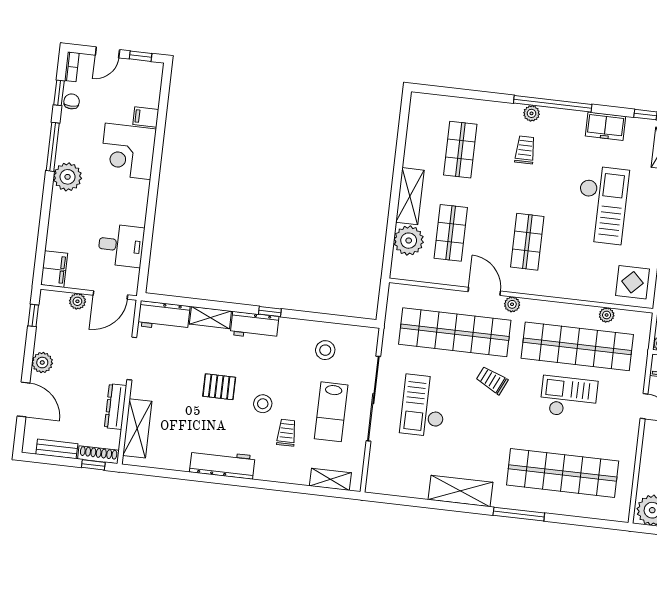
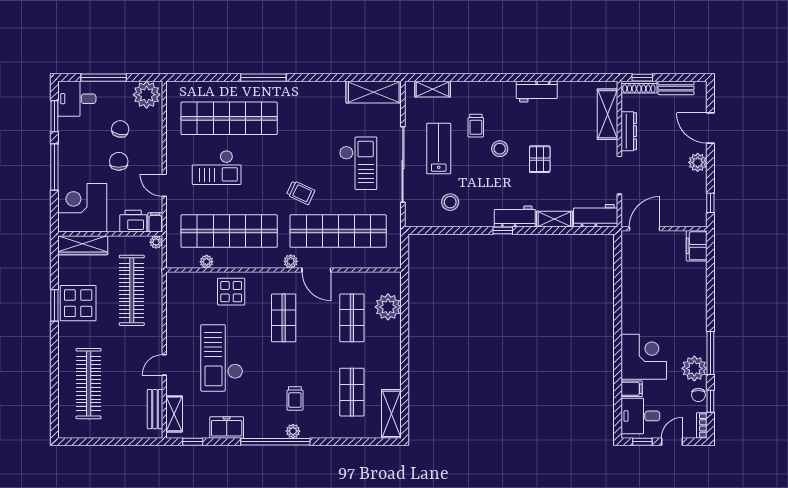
plant: (68, 177) -> (694, 368), moved
shelving: (410, 196) -> (391, 414), moved
desk: (121, 245) -> (640, 416), moved
display table: (632, 282) -> (231, 292), moved
plant: (77, 301) -> (673, 220), removed
pallet: (219, 387) -> (540, 159), turned 90
checkout: (569, 397) -> (217, 168), moved
workbench: (222, 464) -> (537, 92), width x0.73
shelving: (461, 491) -> (374, 92), moved

